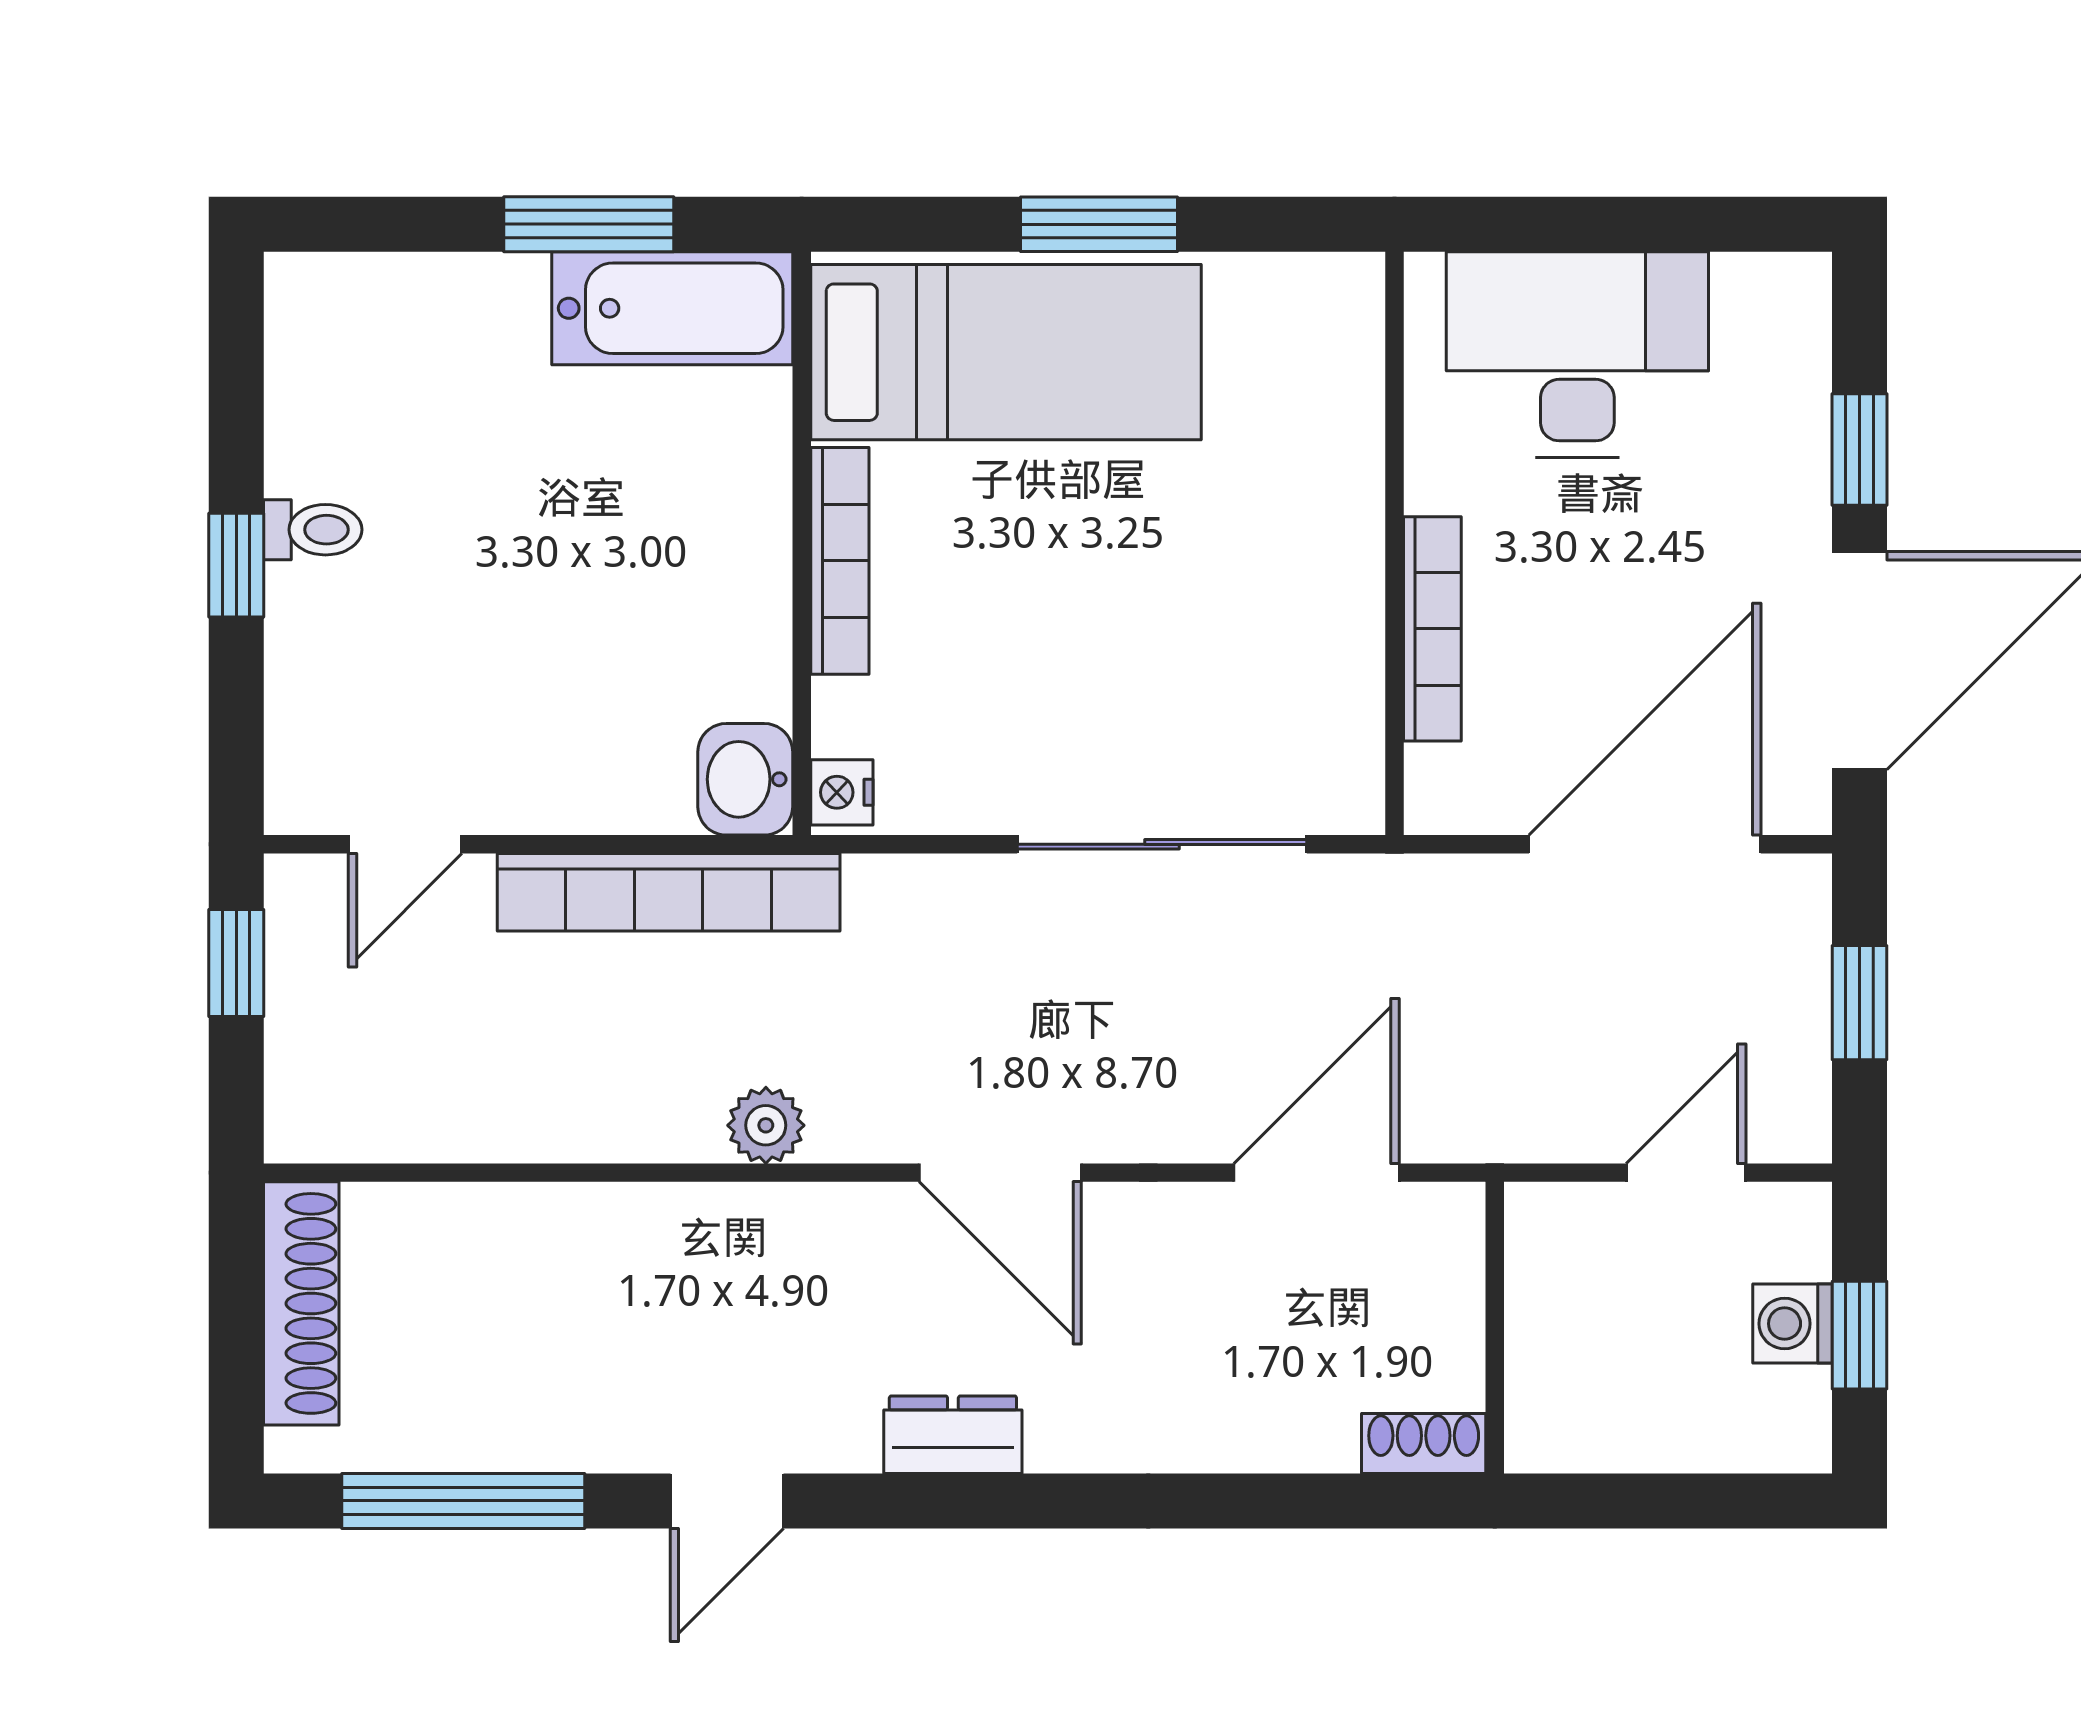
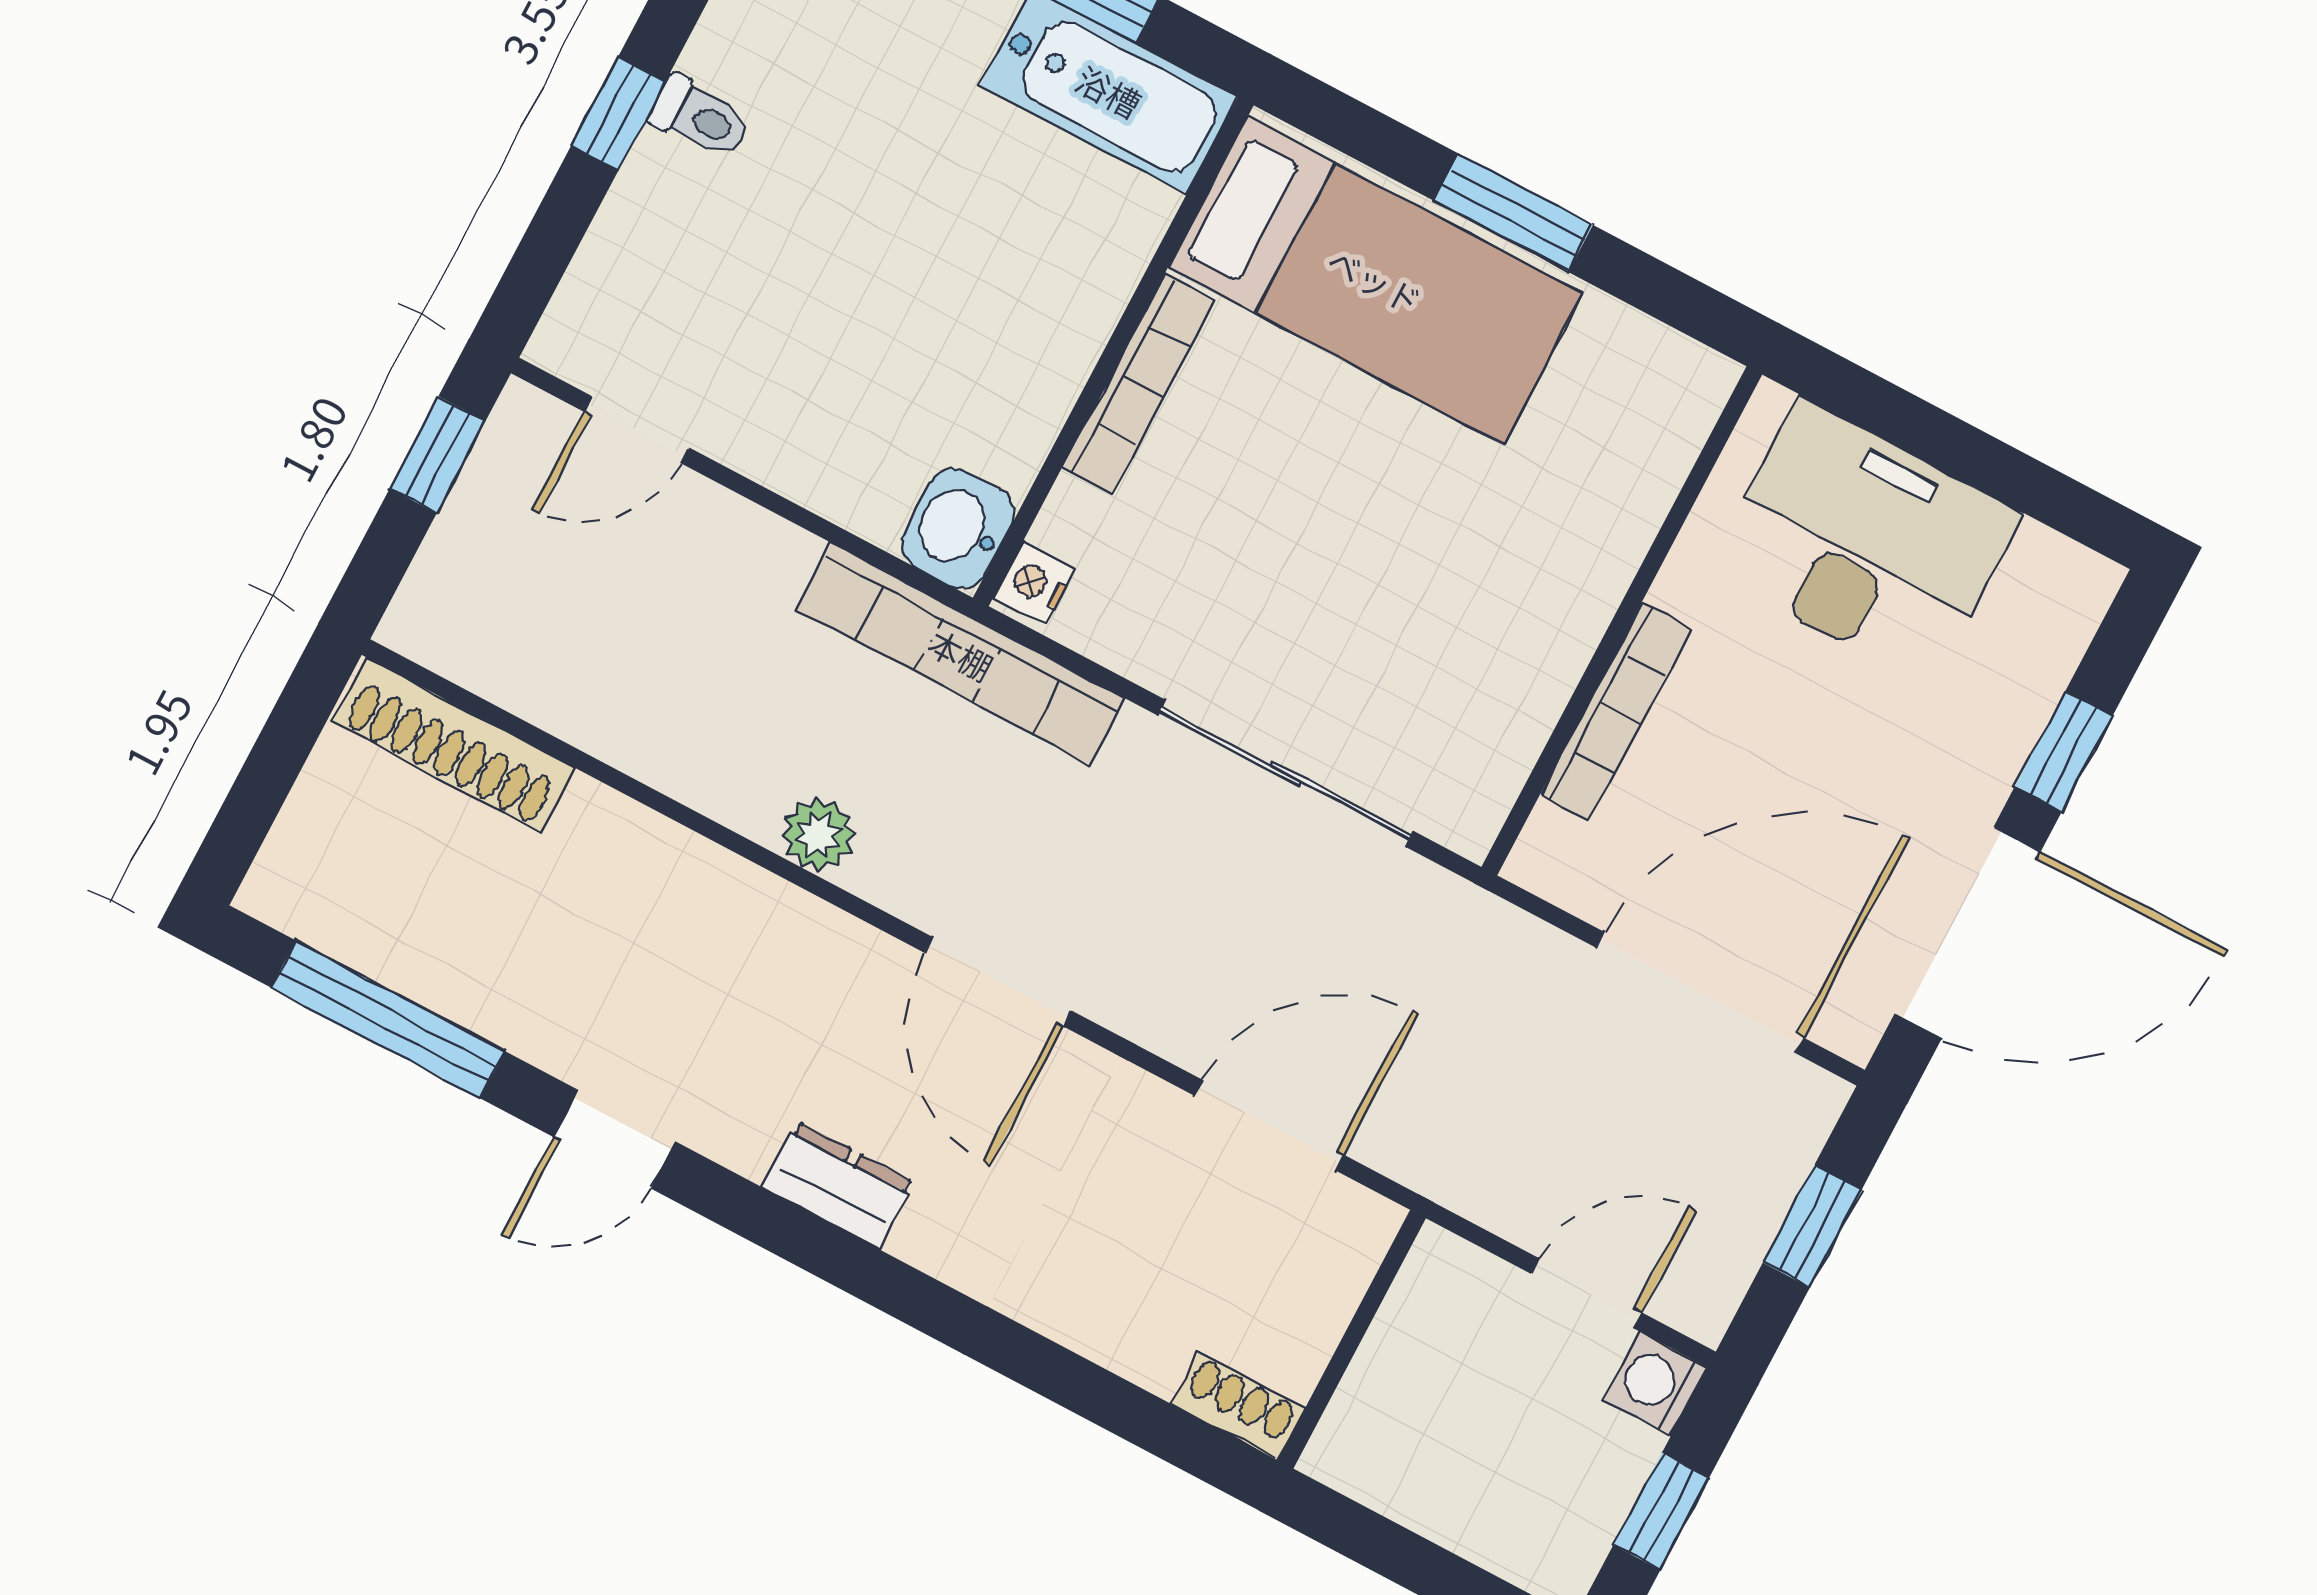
bookcase: (669, 892) -> (961, 654), moved
shoe rack: (301, 1303) -> (454, 745), moved, turned 90
washing machine: (1793, 1324) -> (1655, 1383), moved

